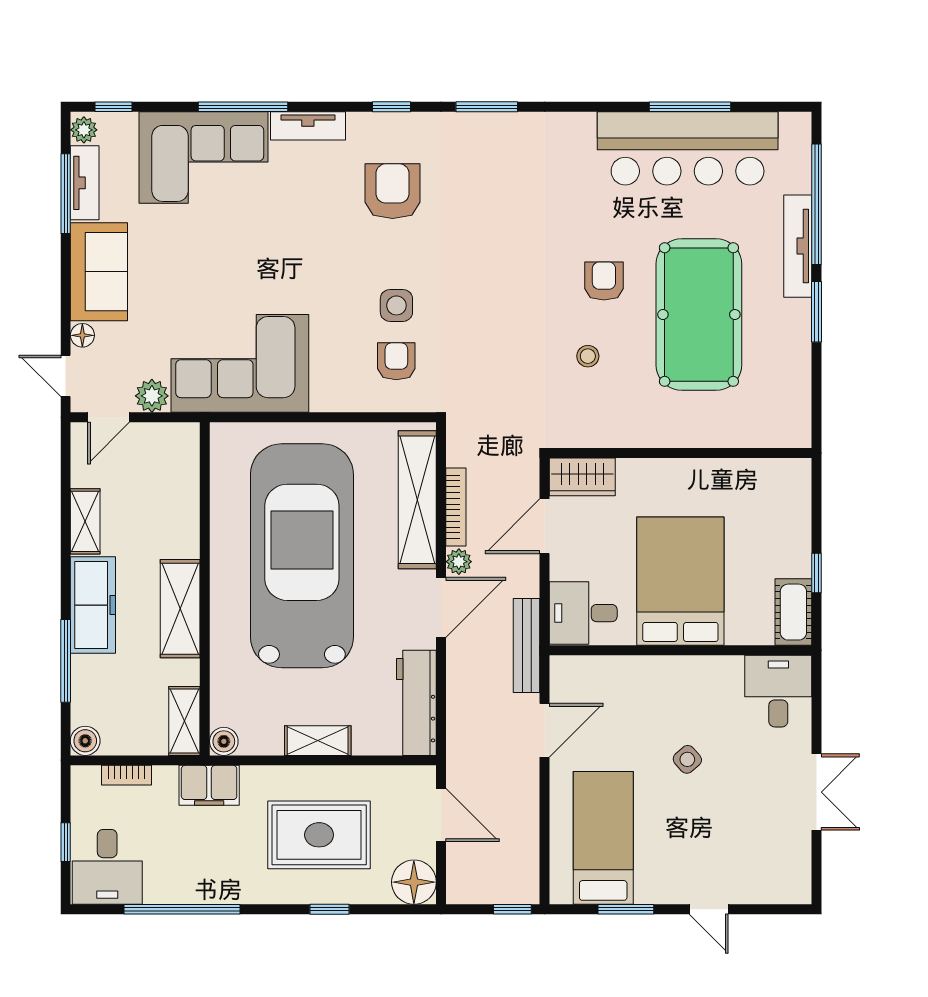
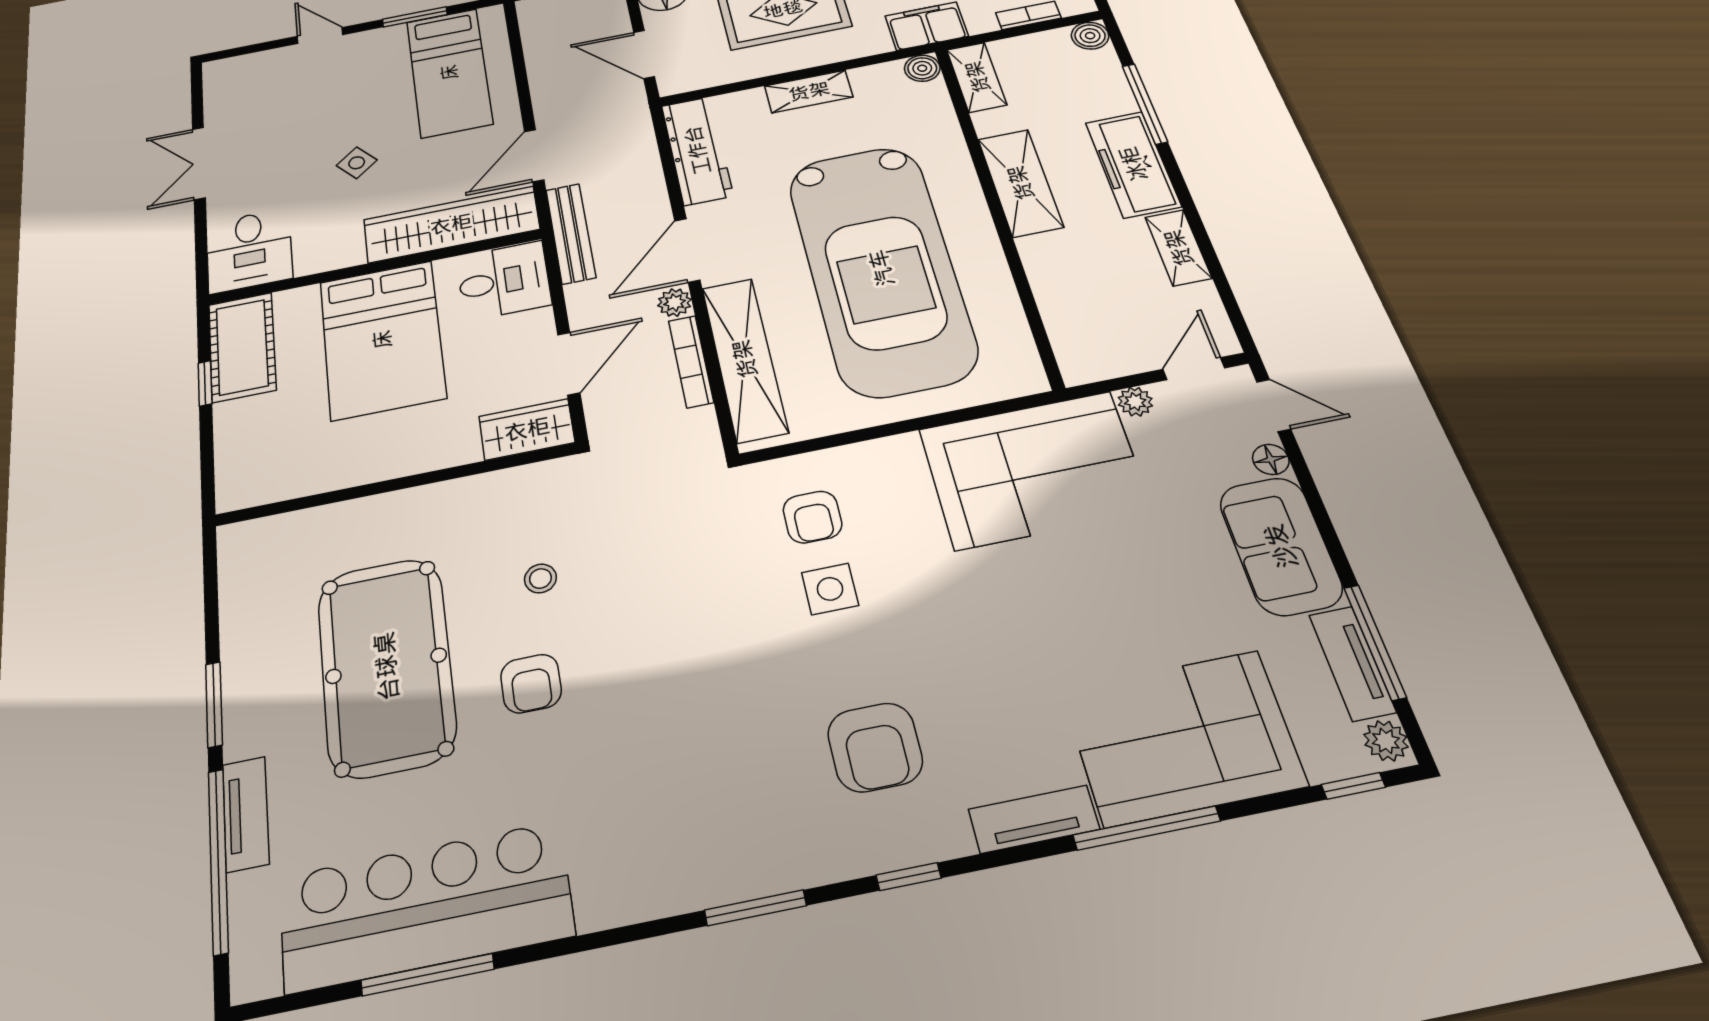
tv unit: (798, 246) -> (246, 814), width x0.71
plant: (152, 396) -> (1135, 402), width x0.73, depth x0.73
cot: (793, 612) -> (242, 347), width x1.37, depth x1.34
wardrobe: (618, 677) -> (451, 224), added

